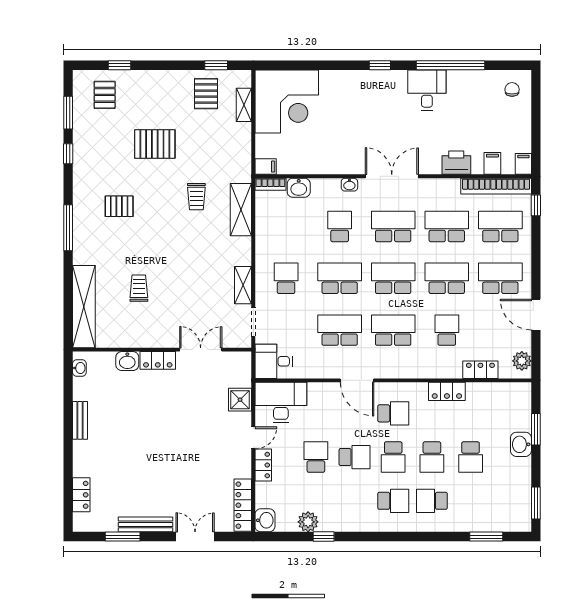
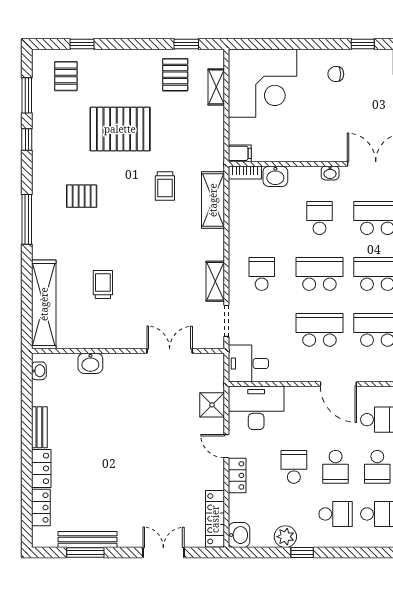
chair: (355, 93) -> (336, 74), added
pallet: (155, 144) -> (120, 129), width x1.37, depth x1.41
locker: (158, 360) -> (41, 468), moved, turned -90
door: (253, 438) -> (226, 446), swing flipped
school desk: (355, 457) -> (336, 467), turned 90
school desk: (355, 501) -> (336, 514), added
bench: (145, 524) -> (87, 539), moved

